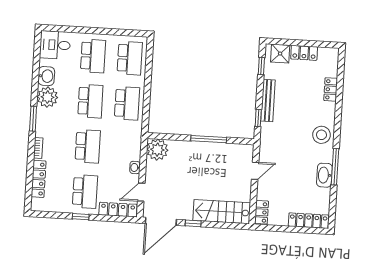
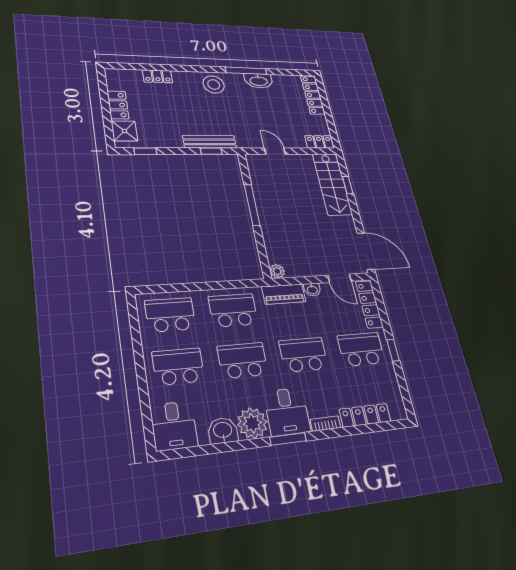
bench: (268, 100) -> (210, 142), moved
desk: (51, 123) -> (287, 412), added
piano: (134, 144) -> (284, 294), added
plant: (157, 150) -> (277, 271), width x0.53, depth x0.53
window: (193, 223) -> (348, 185), moved

